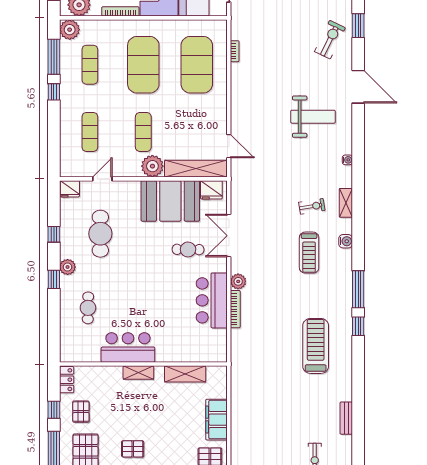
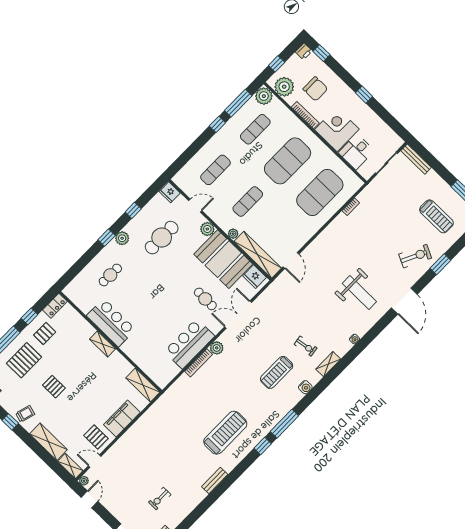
plant: (152, 166) -> (233, 234), width x0.53, depth x0.53
plant: (132, 189) -> (207, 229), added
shelving: (185, 374) -> (143, 385), moved
bench: (346, 418) -> (215, 481), moved

